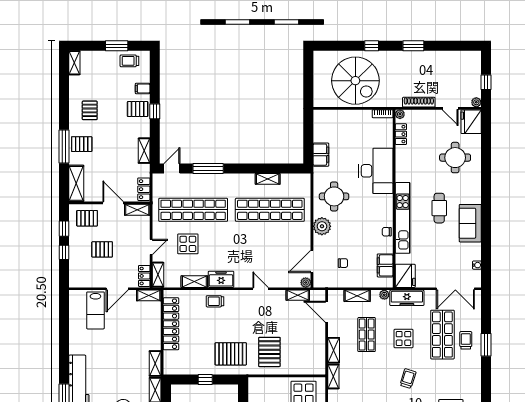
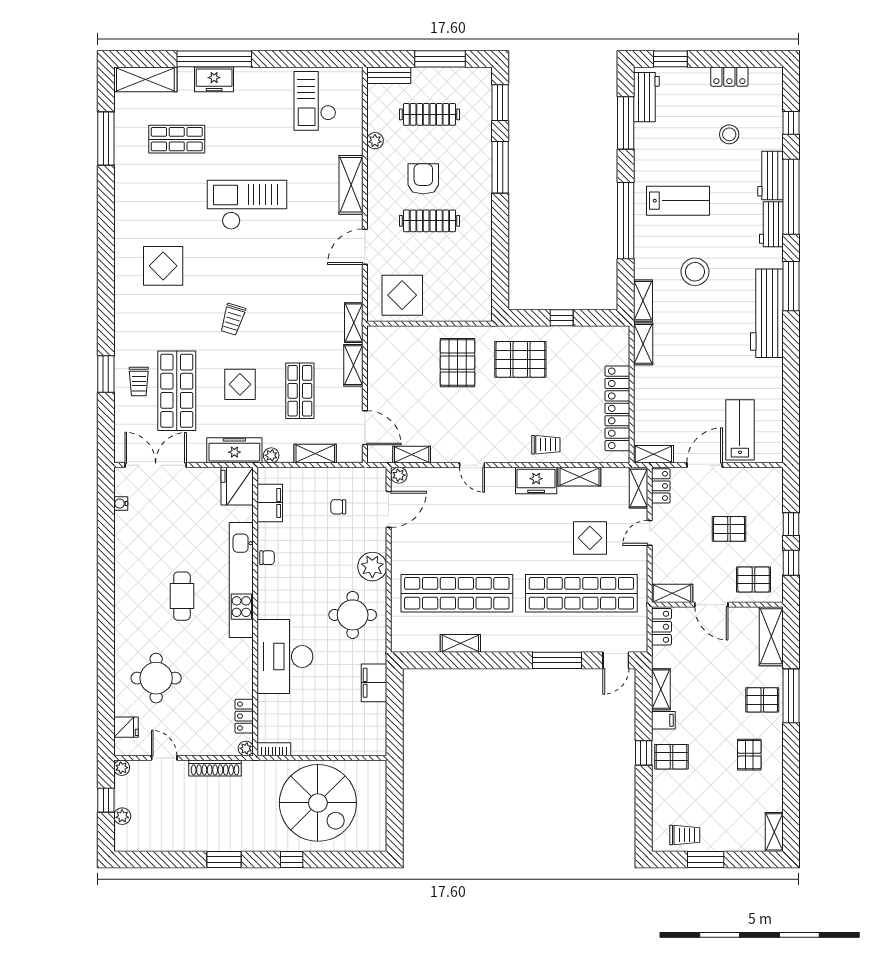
plant: (476, 72) -> (122, 816), added
spiral stairs: (355, 81) -> (318, 803), turned 180
filing cabinet: (143, 89) -> (663, 720), moved
fridge: (471, 122) -> (126, 727), width x0.53, depth x0.75
sofa: (470, 223) -> (132, 571), removed

